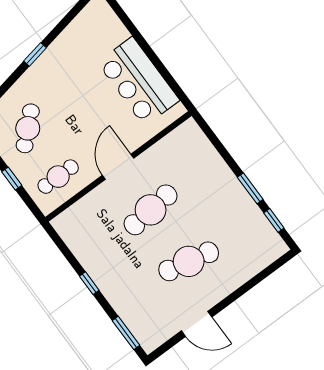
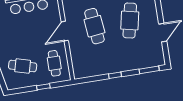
cafe table: (28, 128) -> (23, 66), turned -31
door: (118, 167) -> (65, 31), hinge flipped

